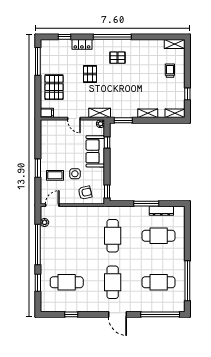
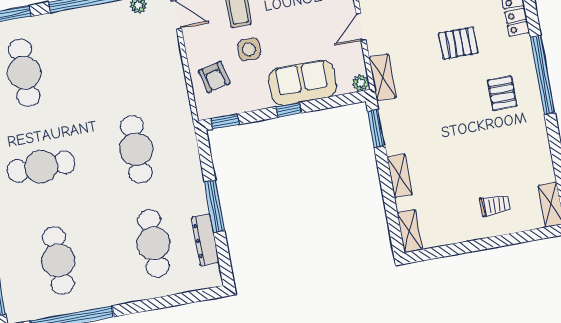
window: (187, 94) -> (454, 249), removed
window: (107, 142) -> (289, 110), moved
cafe table: (113, 236) -> (136, 149), turned 90

